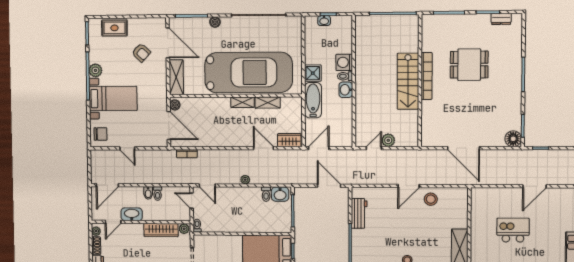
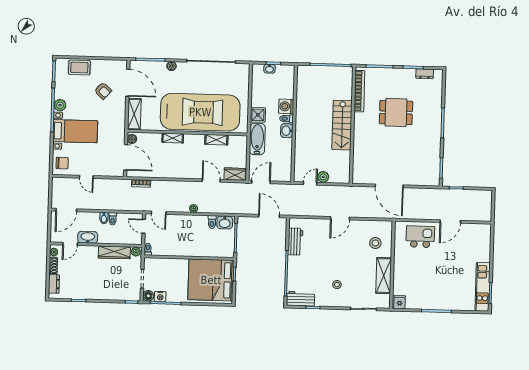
bookcase: (427, 76) -> (359, 91), moved
shelving: (242, 102) -> (173, 138), moved
floor lamp: (513, 139) -> (433, 179), removed
stool: (431, 199) -> (375, 243), moved
kitchen island: (513, 230) -> (420, 237), moved

